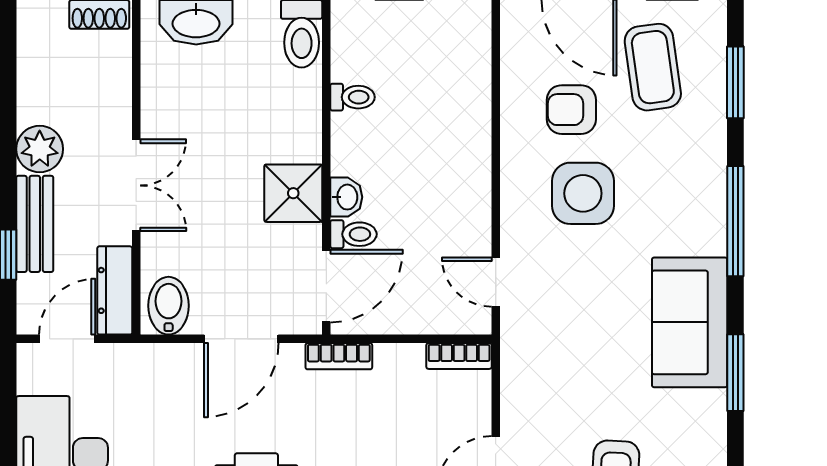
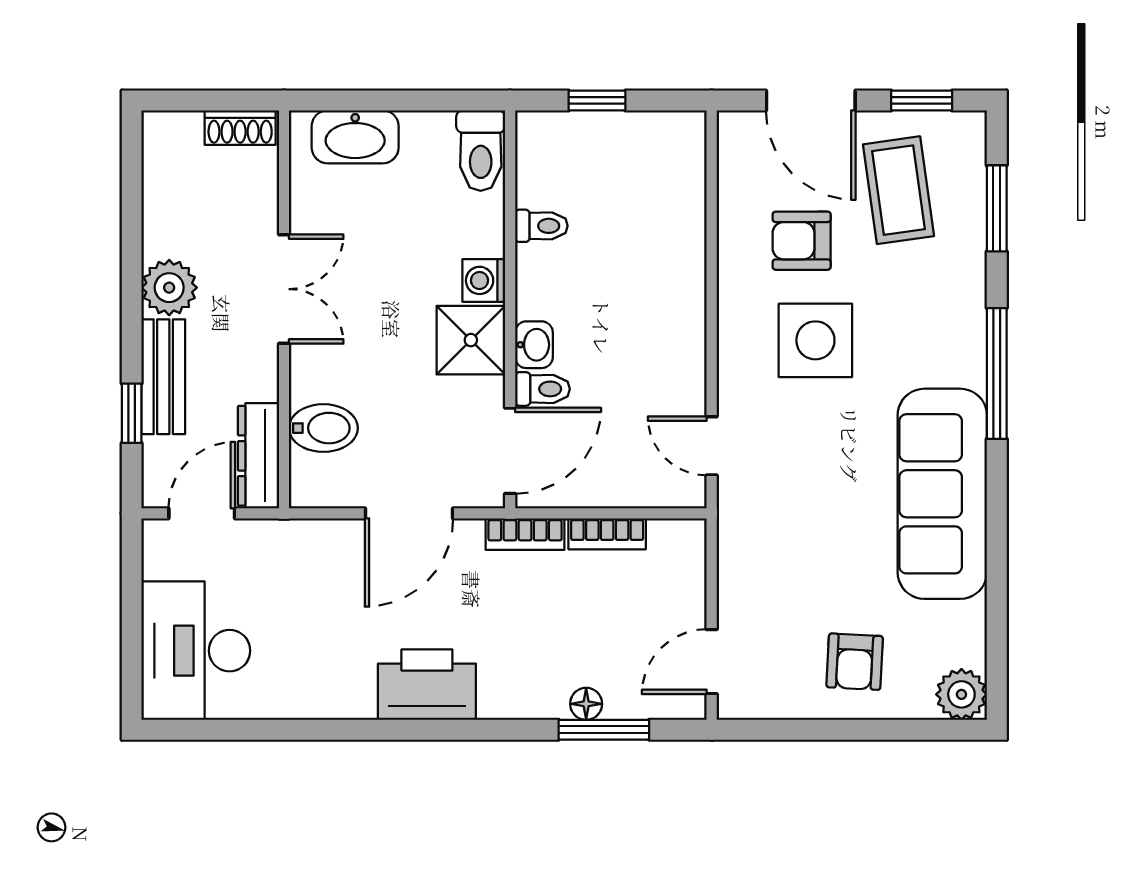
washing machine: (304, 143) -> (484, 280), added
double door: (136, 185) -> (284, 289), moved
bidet: (169, 306) -> (323, 428), moved, turned 90
sofa: (690, 322) -> (942, 494), width x1.36
bookcase: (459, 356) -> (607, 534), moved
window: (735, 373) -> (997, 554), removed

